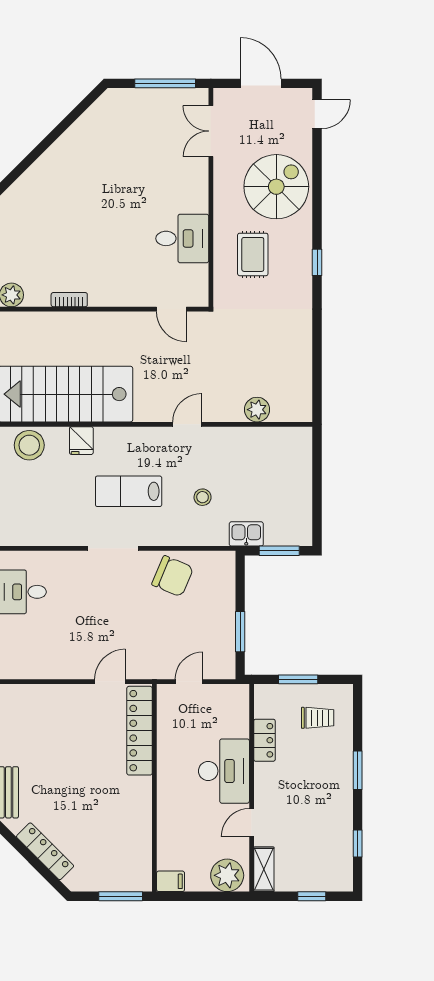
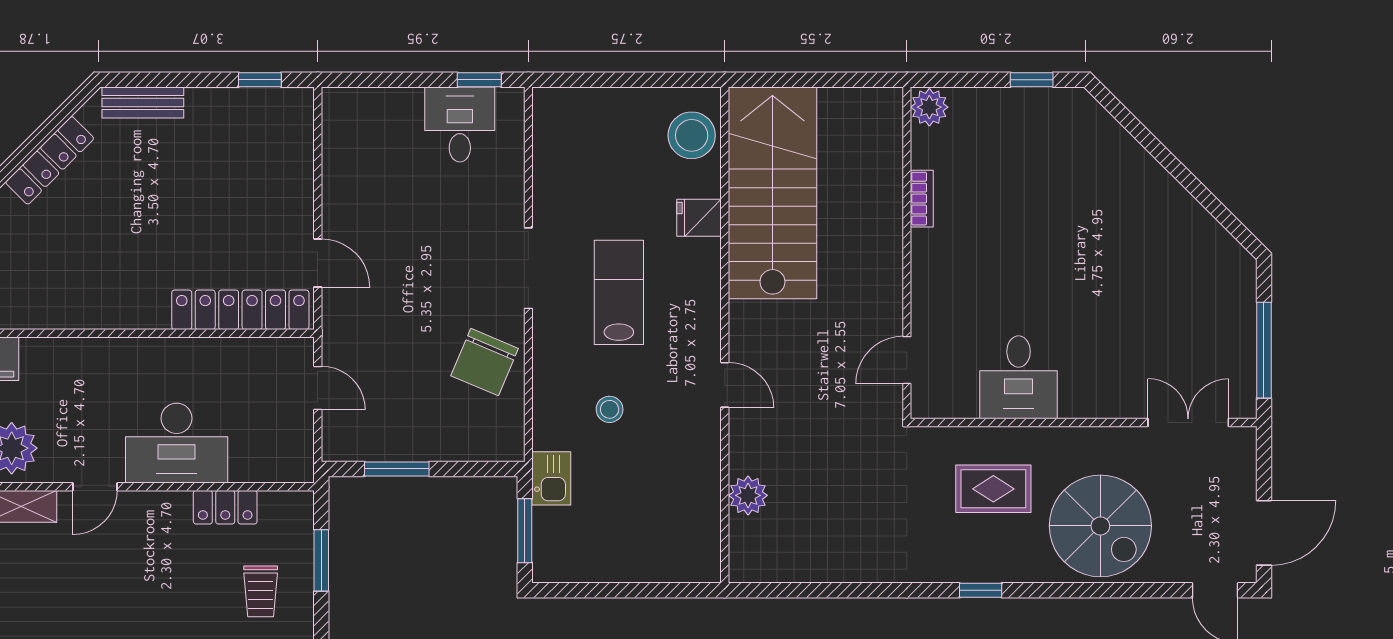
door: (261, 83) -> (1264, 533), moved
door: (252, 823) -> (95, 487), swing flipped

